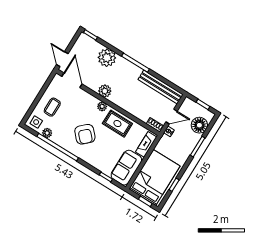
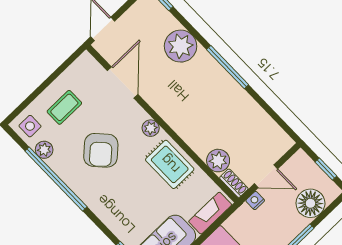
door: (72, 80) -> (123, 83), moved
bench: (161, 87) -> (260, 120), removed
plant: (105, 91) -> (218, 161), moved
armchair: (85, 134) -> (101, 150), moved

